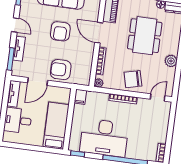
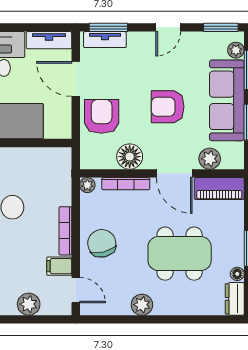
plant: (93, 11) -> (210, 159), added
door: (99, 33) -> (174, 173), swing flipped
tv unit: (19, 49) -> (105, 40), moved
floor lamp: (86, 57) -> (130, 157), added
filing cabinet: (80, 97) -> (59, 266), moved
plant: (162, 125) -> (29, 304), added

